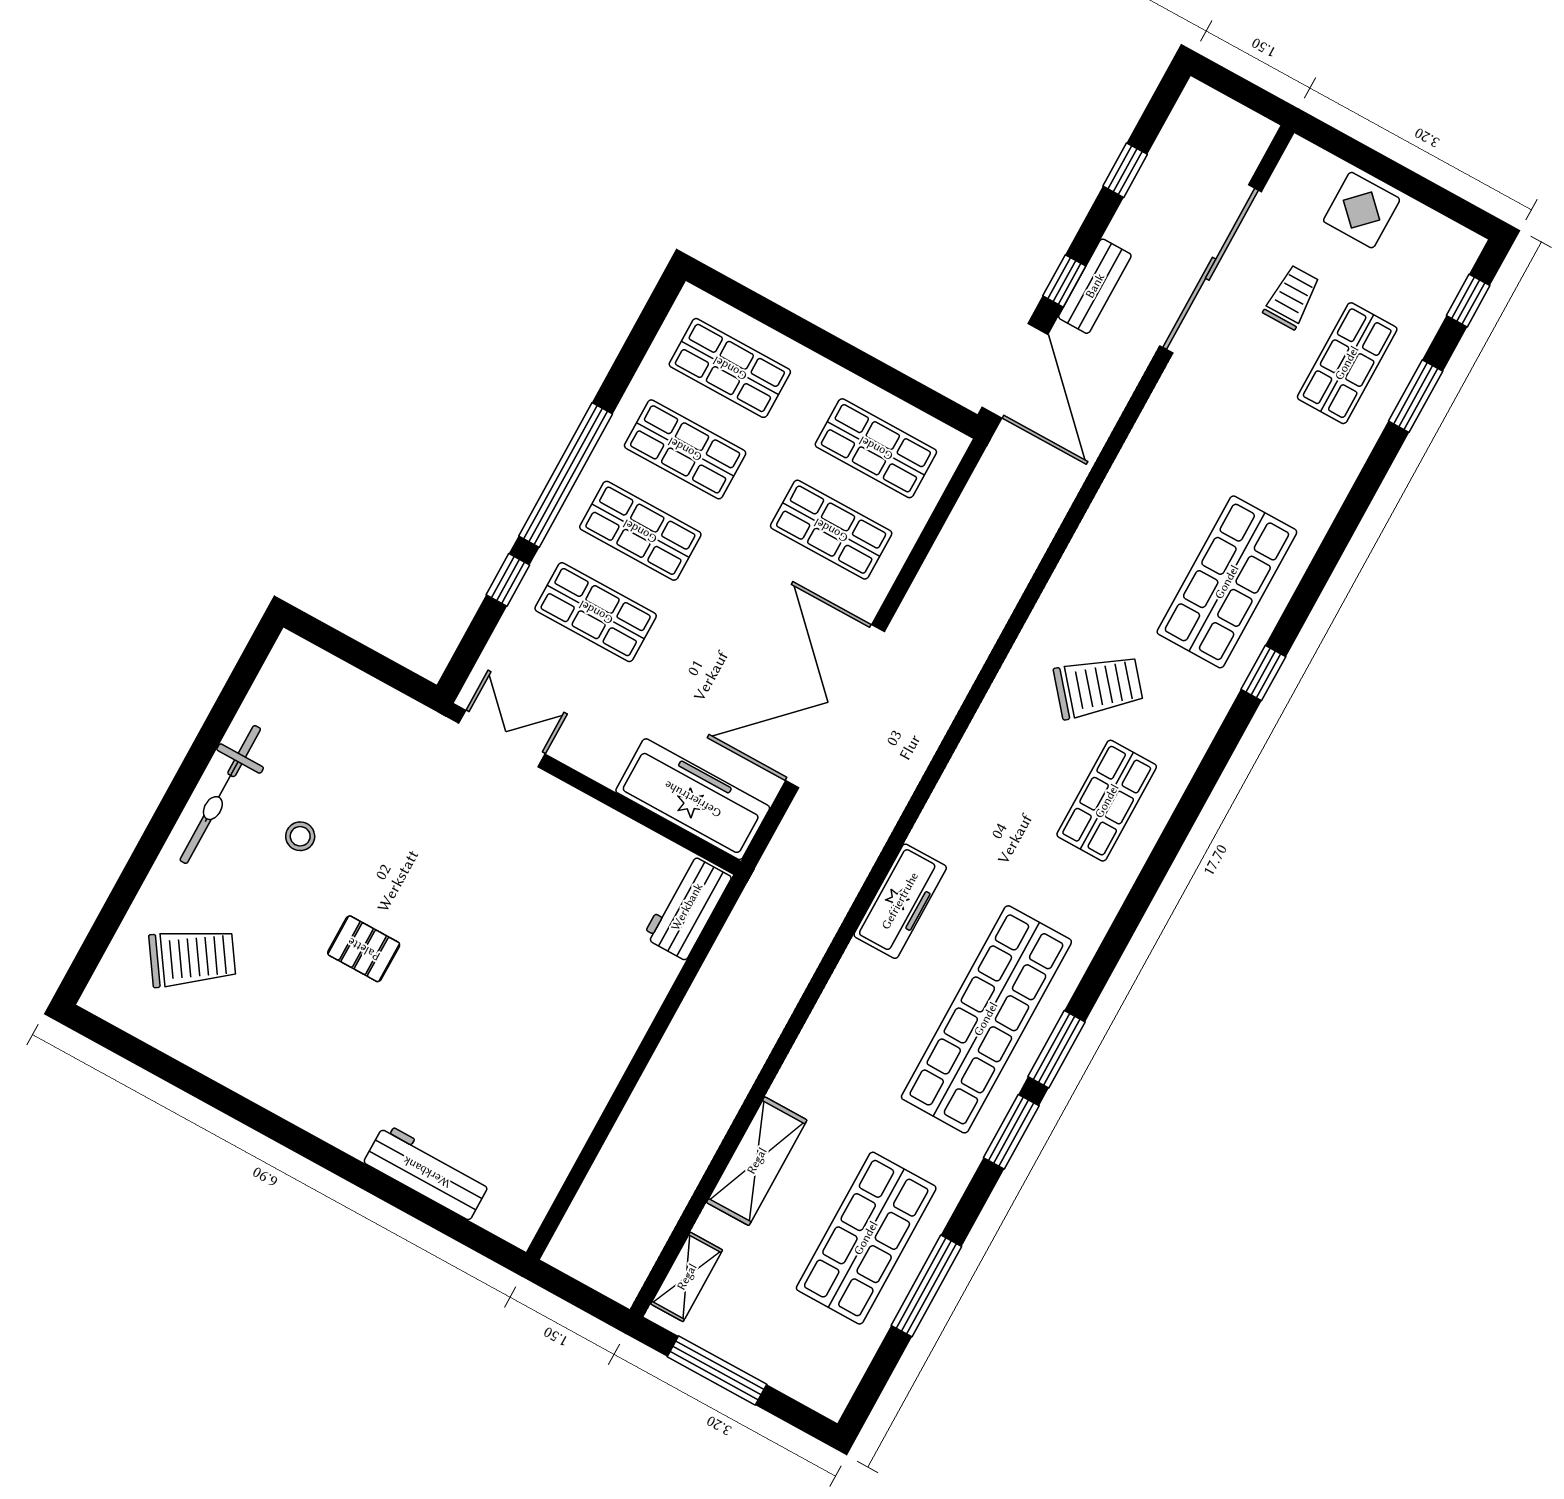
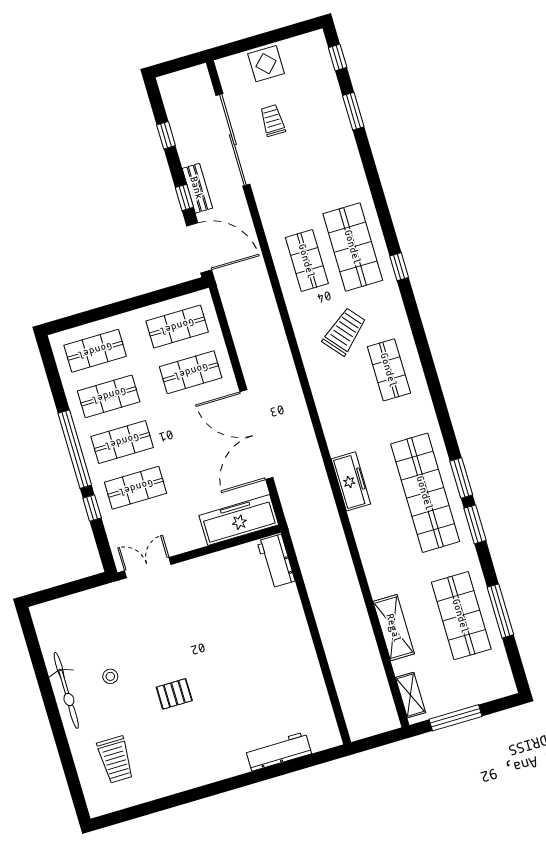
shop shelf: (1347, 363) -> (307, 261), moved
trolley: (192, 958) -> (115, 760), turned 124

